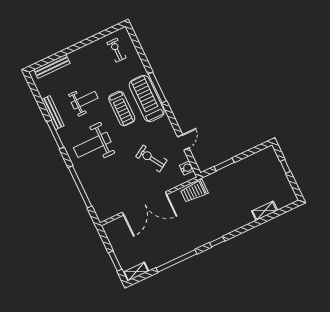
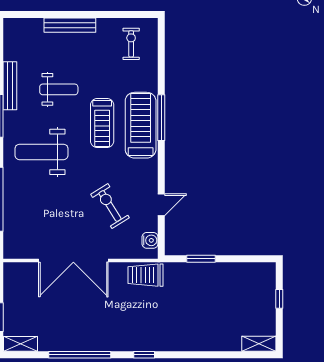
bench: (52, 66) -> (70, 25), moved
shelving: (265, 211) -> (259, 344), moved

